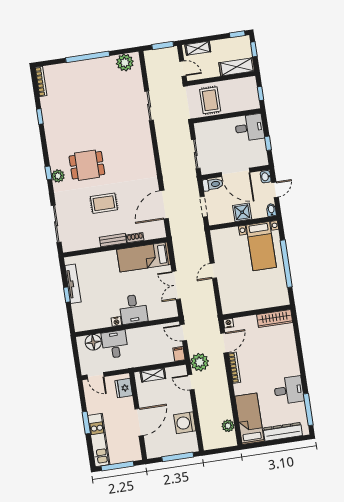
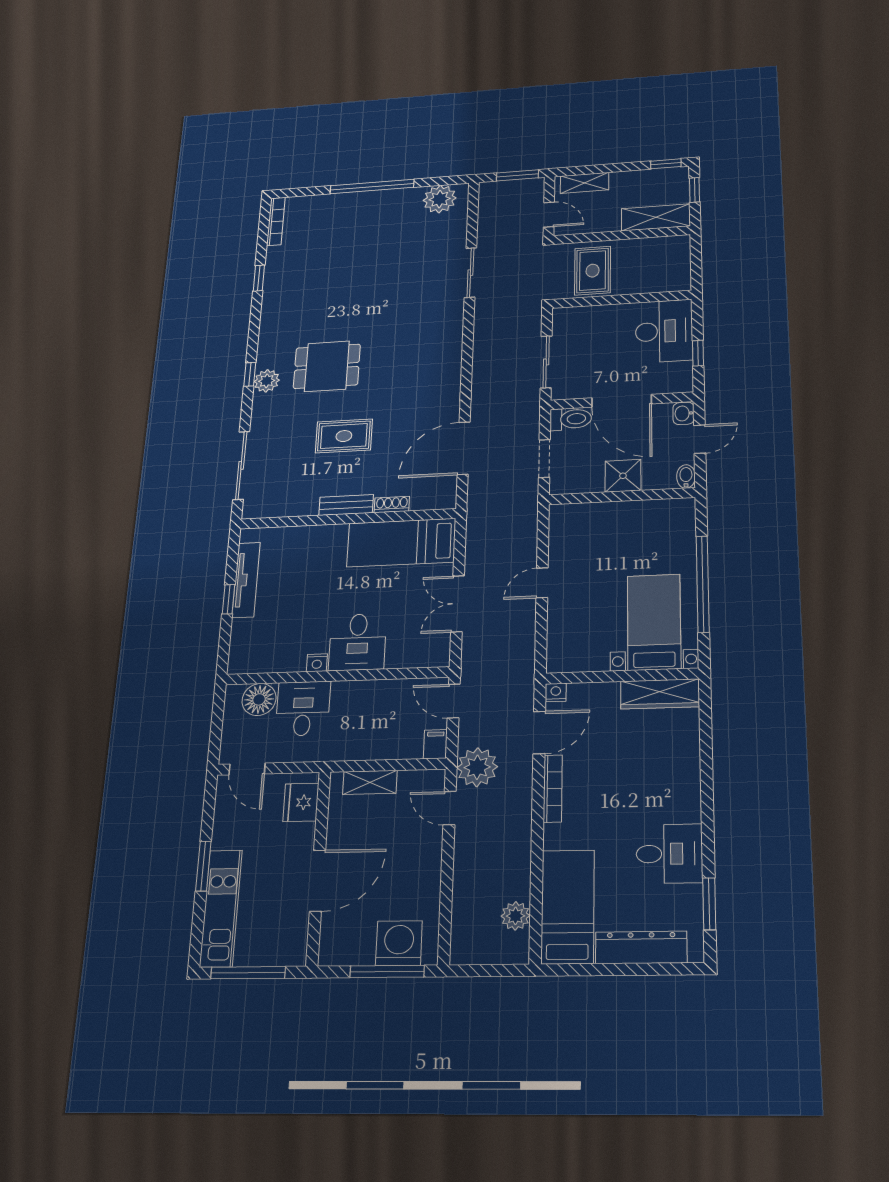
window: (260, 94) -> (696, 265), removed
desk: (249, 128) -> (664, 331), width x1.37
bed with nightstands: (261, 246) -> (654, 622), moved, turned 180
window: (308, 409) -> (709, 904), width x0.69
washing machine: (185, 423) -> (399, 943), moved, turned 90

